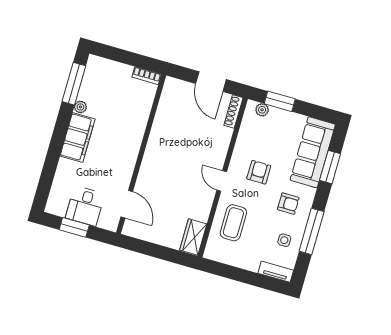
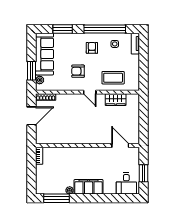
sofa: (313, 152) -> (45, 54), moved, turned -90
door: (222, 181) -> (90, 92), hinge flipped
door: (127, 204) -> (120, 145), hinge flipped
desk: (85, 206) -> (126, 183), moved, turned 90
window: (312, 231) -> (105, 29), width x1.46
wardrobe: (193, 237) -> (116, 100), moved

